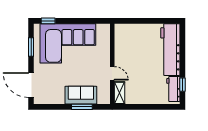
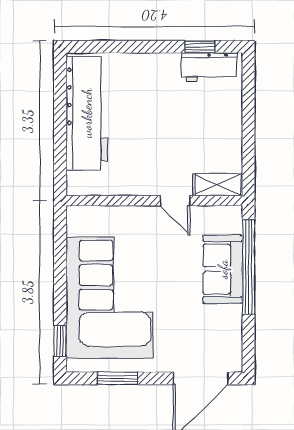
workbench: (170, 50) -> (87, 113), moved, turned -90
door: (112, 73) -> (175, 201), swing flipped
window: (82, 107) -> (249, 267), width x2.11

